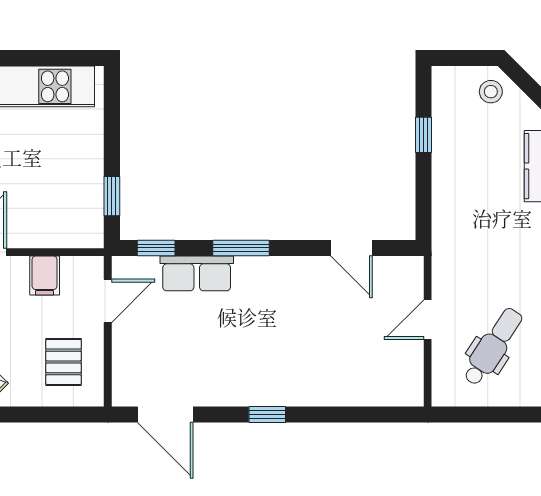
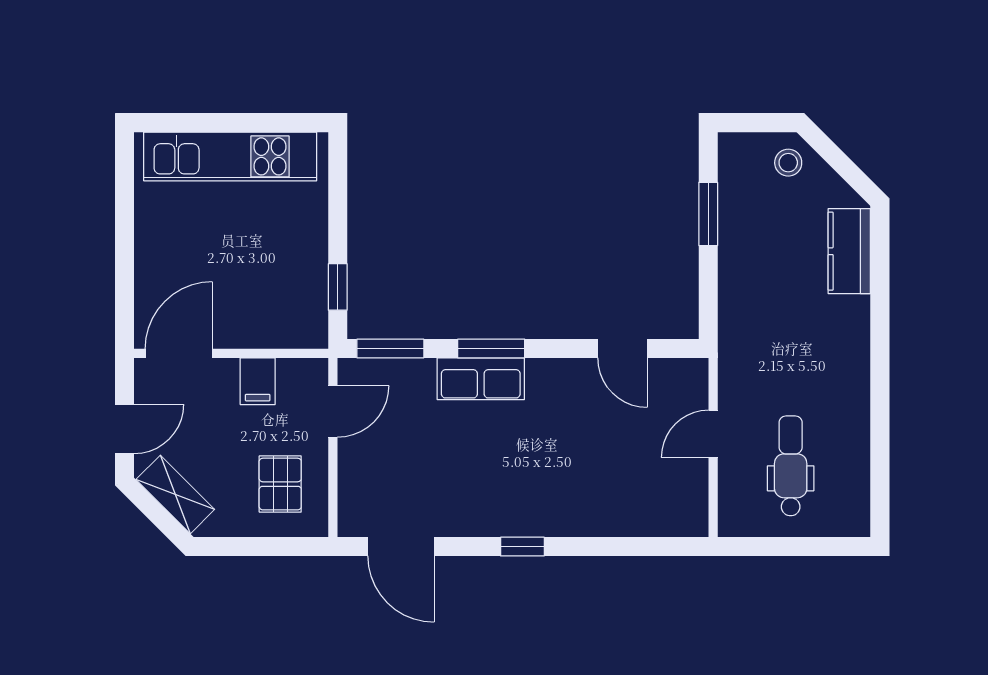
window: (424, 135) -> (708, 214), width x1.50
window: (156, 248) -> (390, 349), width x1.50
row of seats: (197, 273) -> (481, 379), moved
dental chair: (493, 347) -> (791, 466), turned -33

